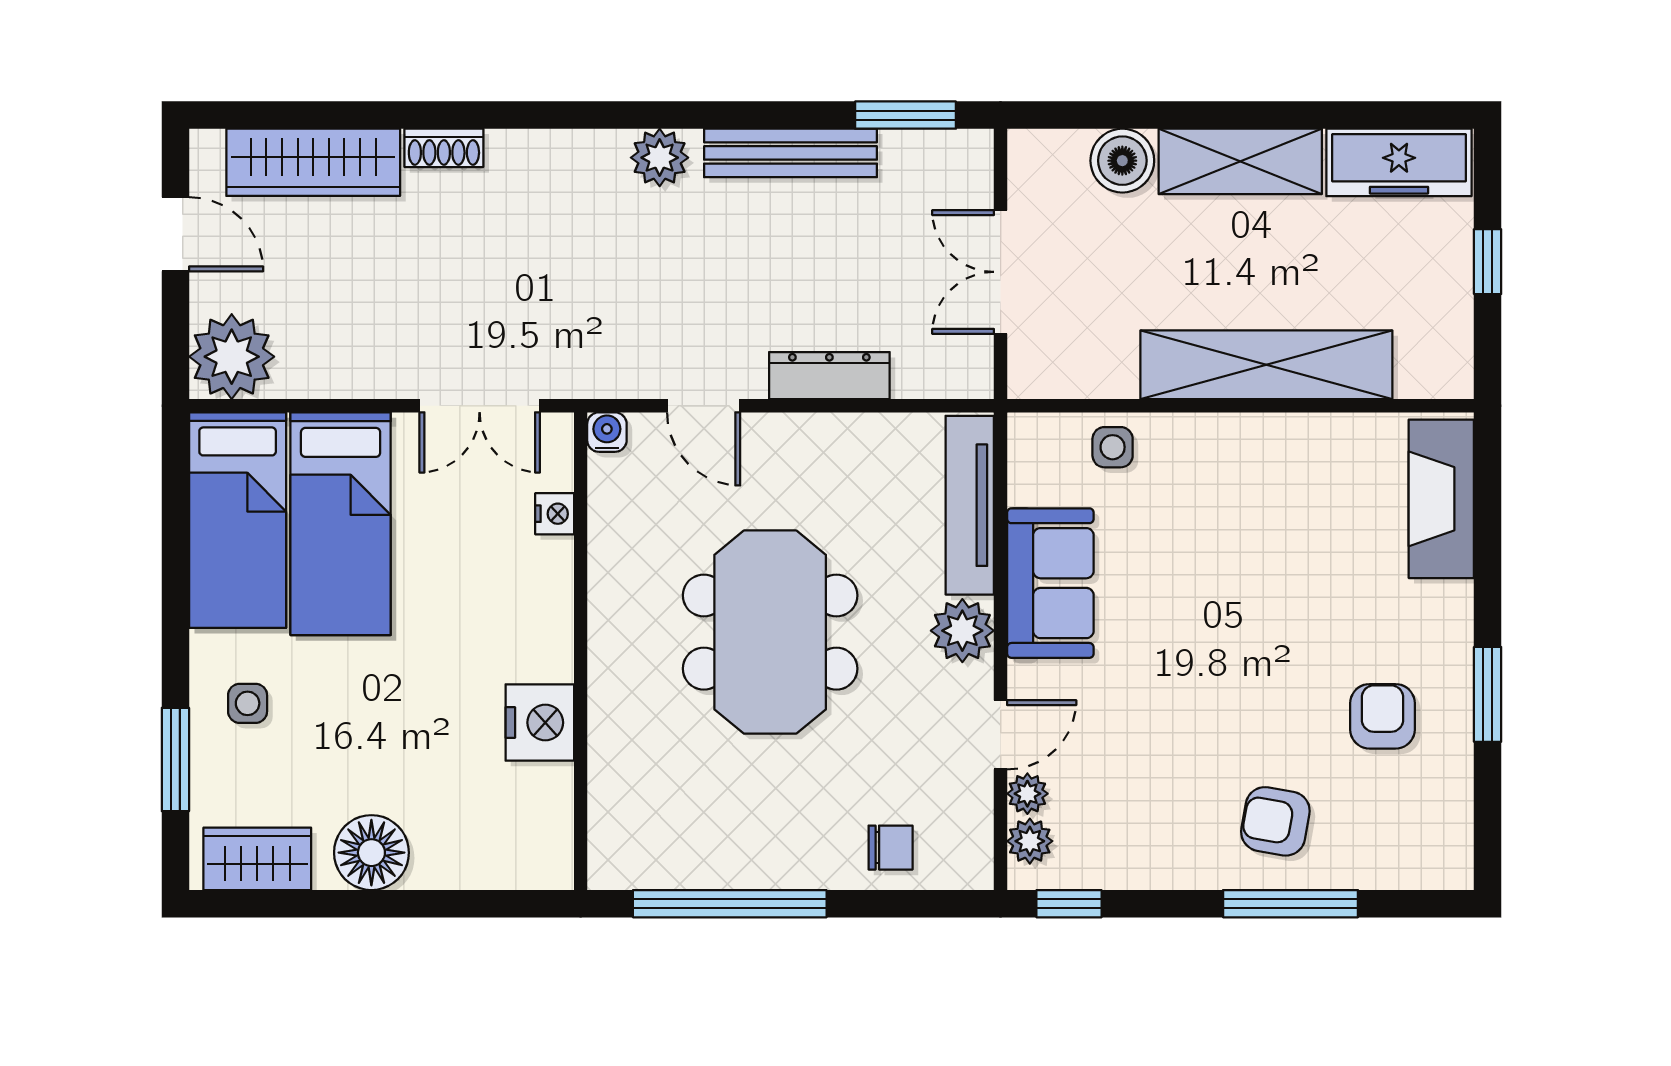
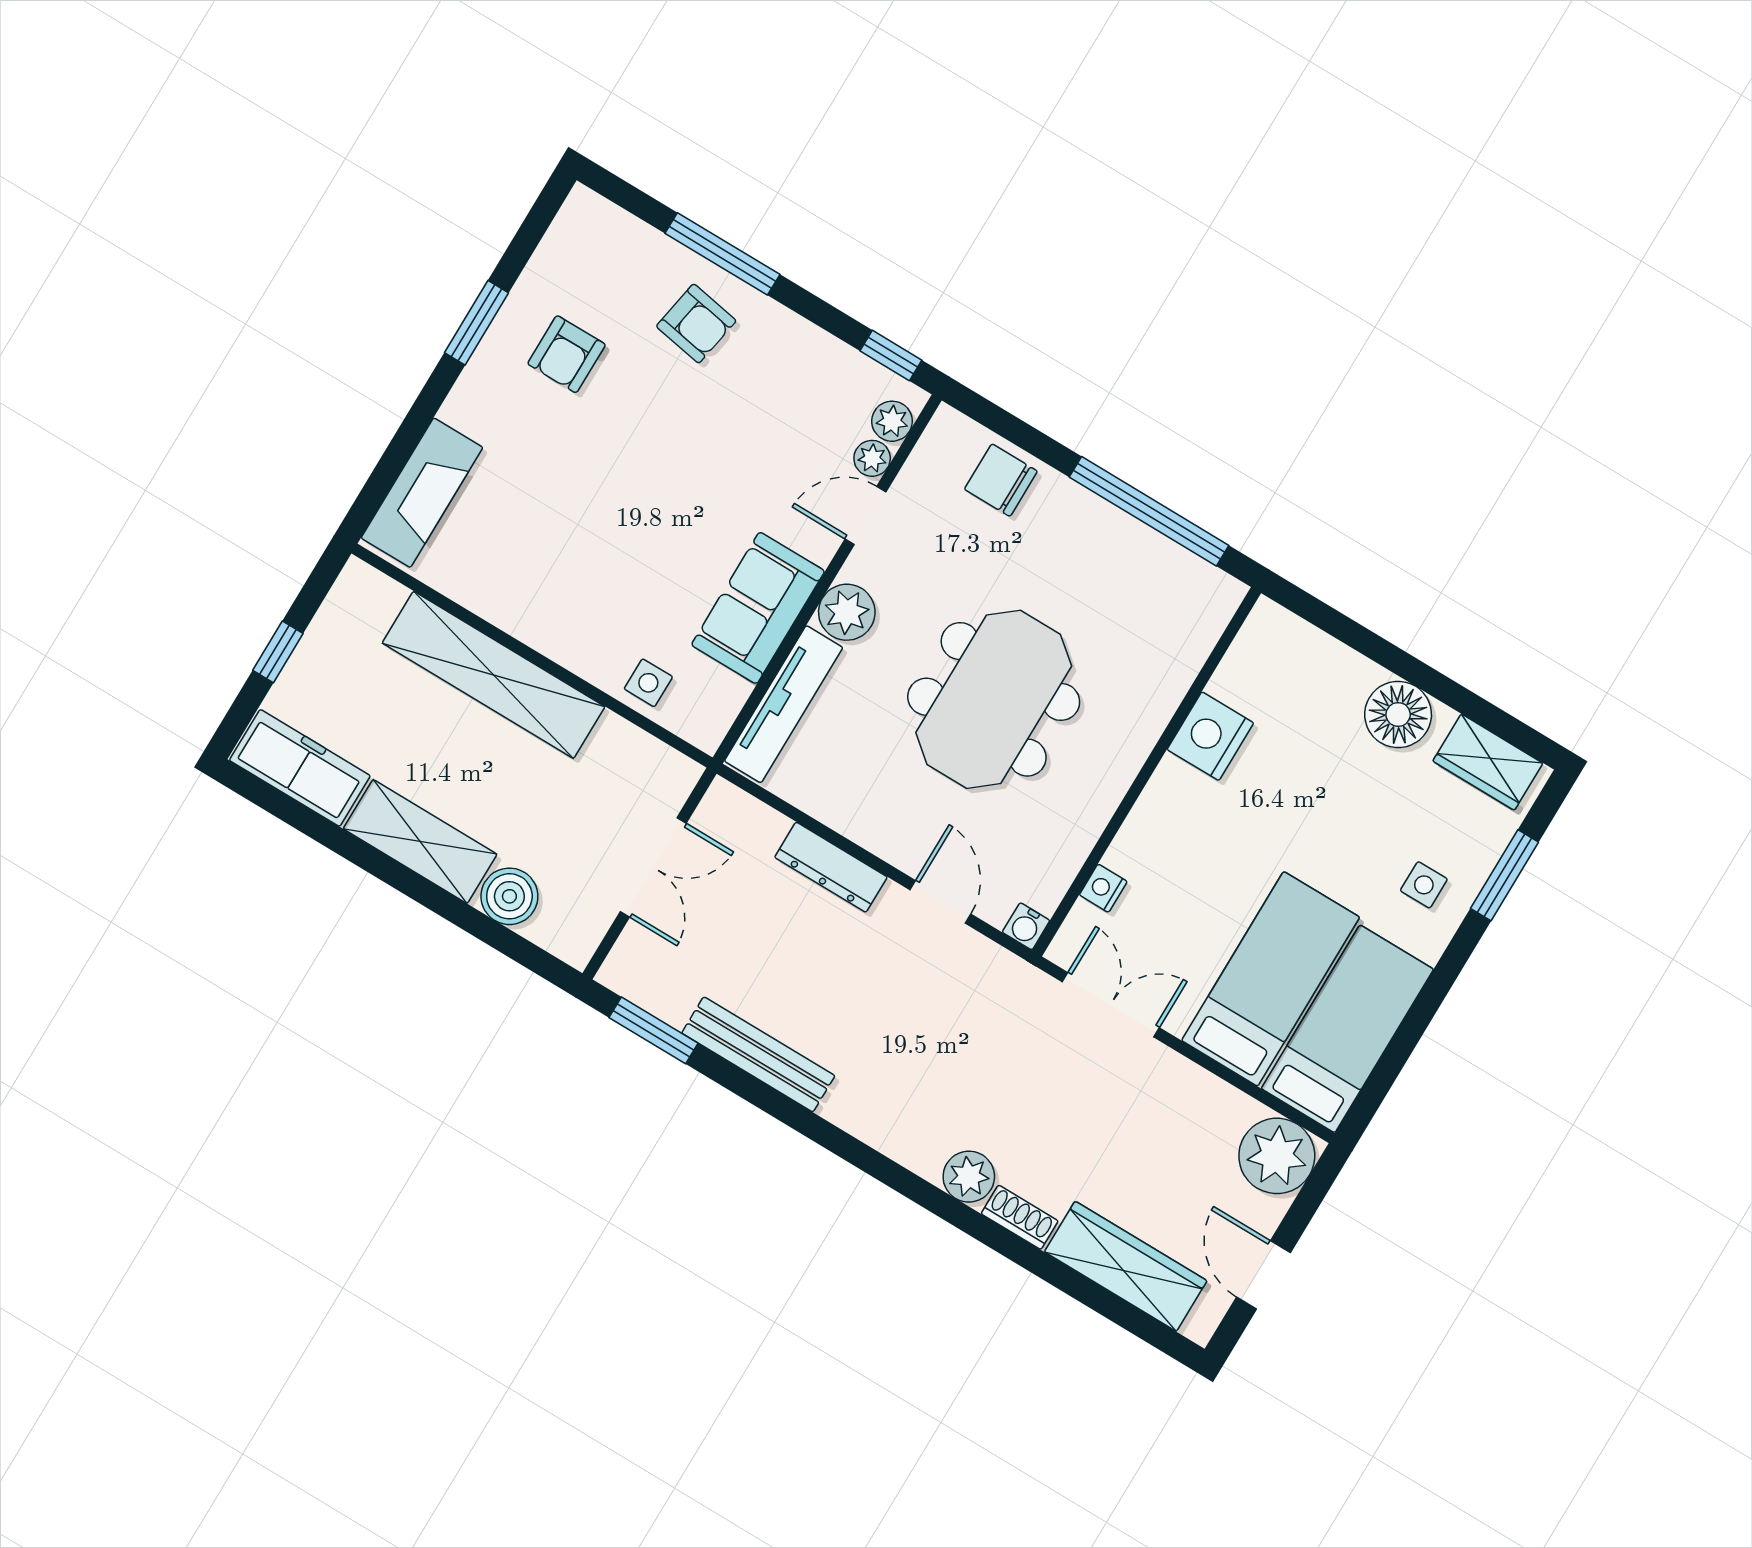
plant: (660, 158) -> (969, 1177), moved
chair: (891, 848) -> (1001, 480), width x1.37, depth x1.37

